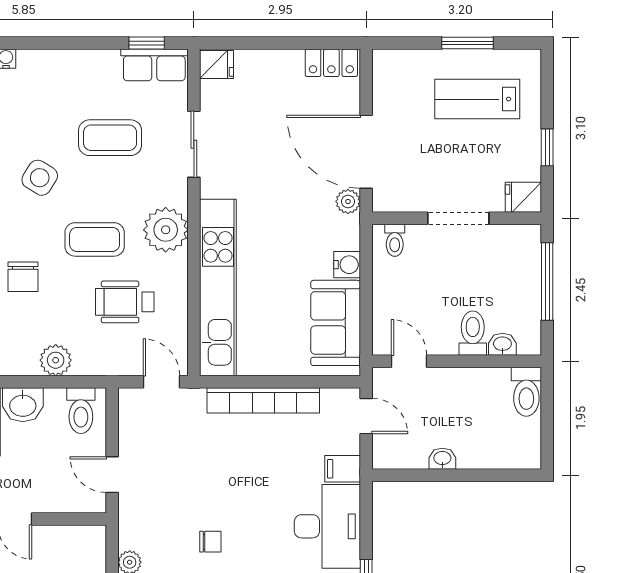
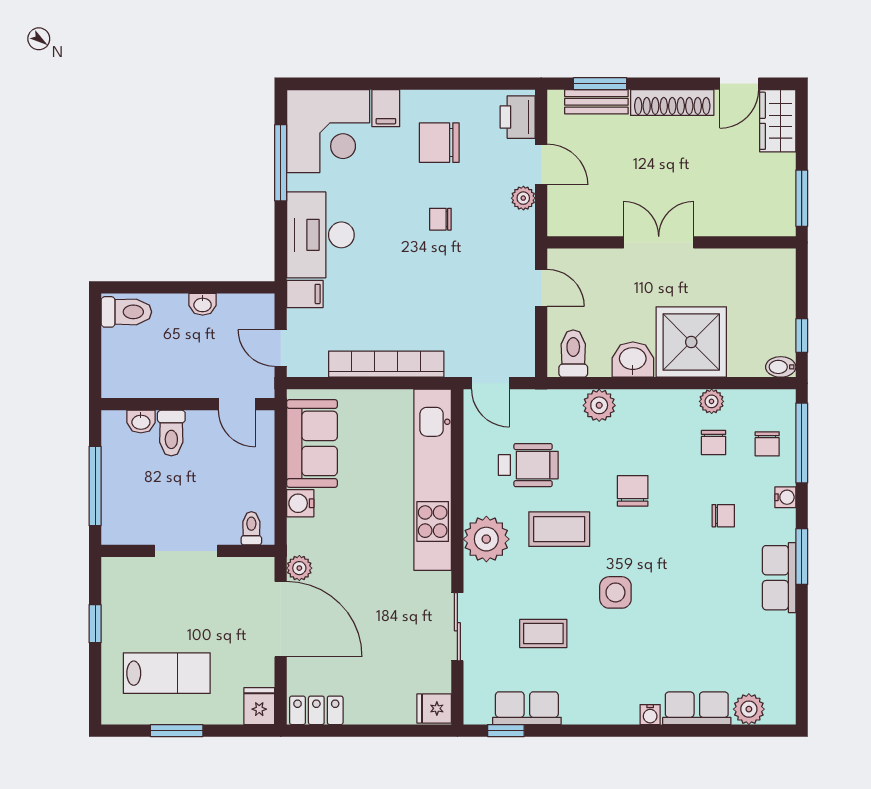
row of seats: (154, 65) -> (527, 708), moved
coffee table: (110, 138) -> (543, 634), width x0.73, depth x0.77
side table: (40, 178) -> (615, 592), turned -32
fridge: (523, 197) -> (259, 706), moved, turned -90
toilet: (526, 392) -> (126, 312), moved, turned 90

